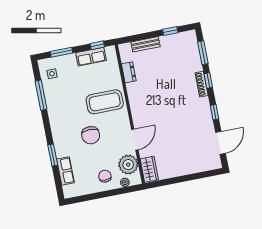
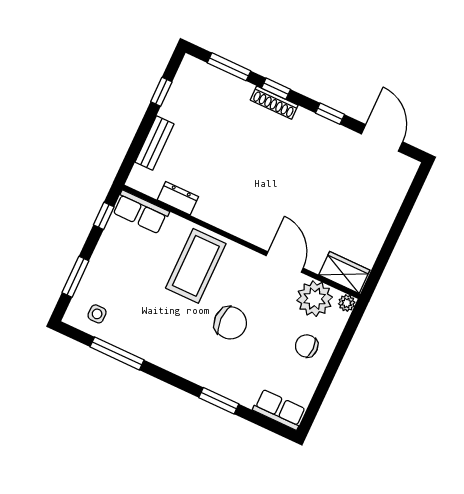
row of seats: (91, 57) -> (141, 212), moved, turned 90
row of seats: (65, 171) -> (279, 410), moved
plant: (125, 182) -> (347, 303), moved

